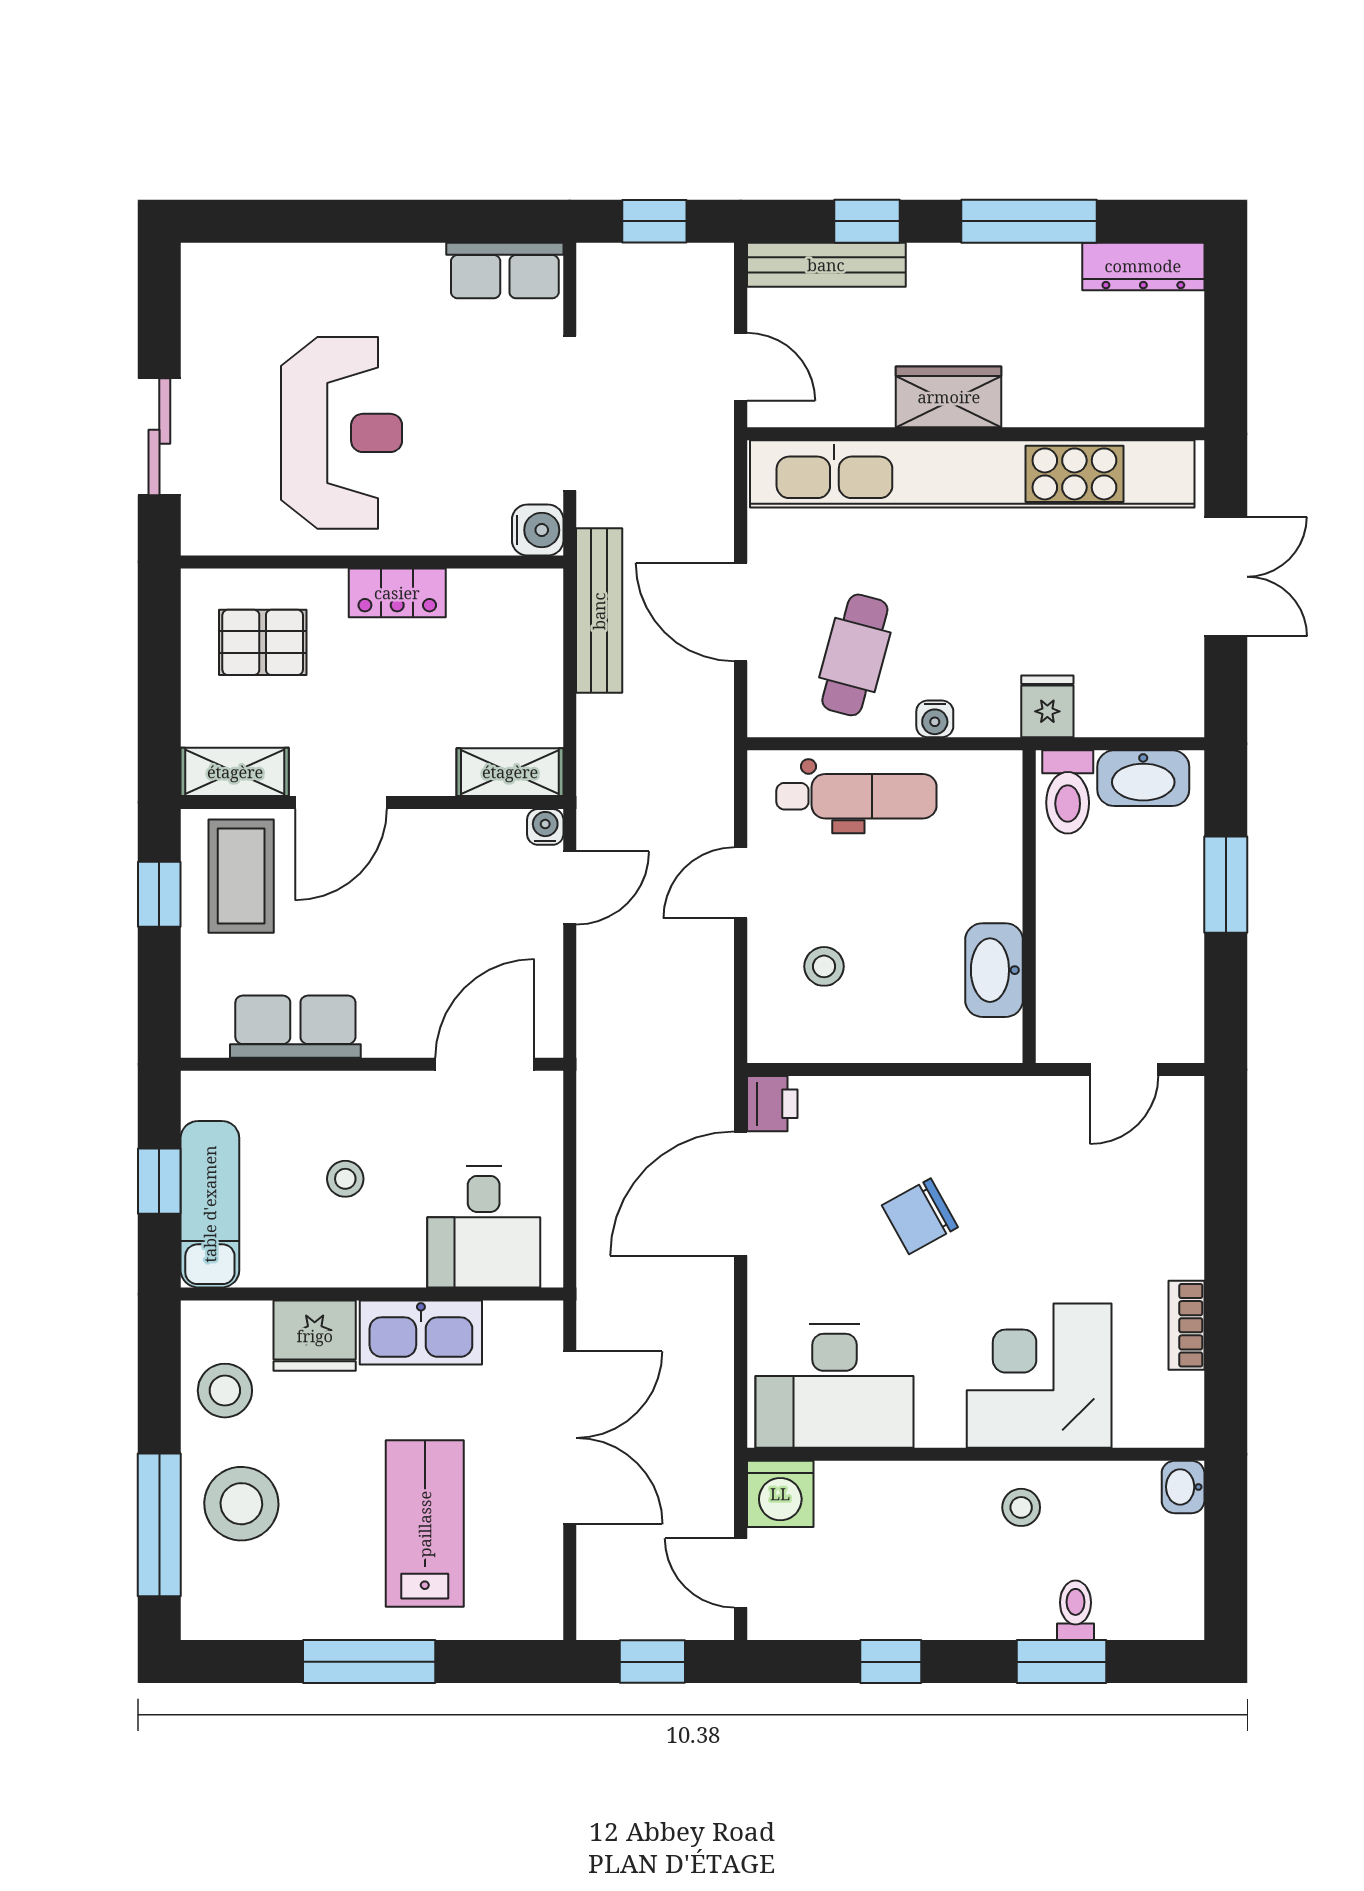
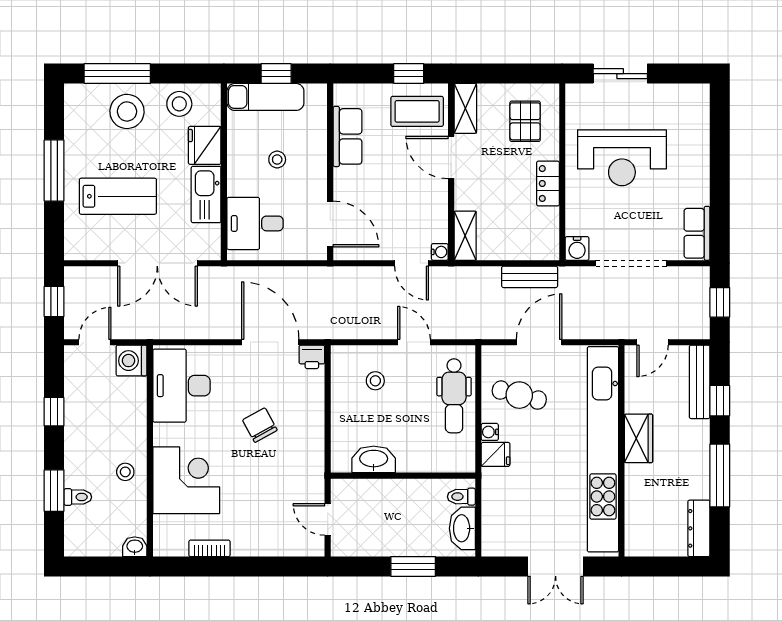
bench: (599, 611) -> (530, 277), width x0.73
fridge: (1047, 706) -> (496, 454), moved
toilet: (1068, 792) -> (461, 497), width x0.73, depth x0.72

